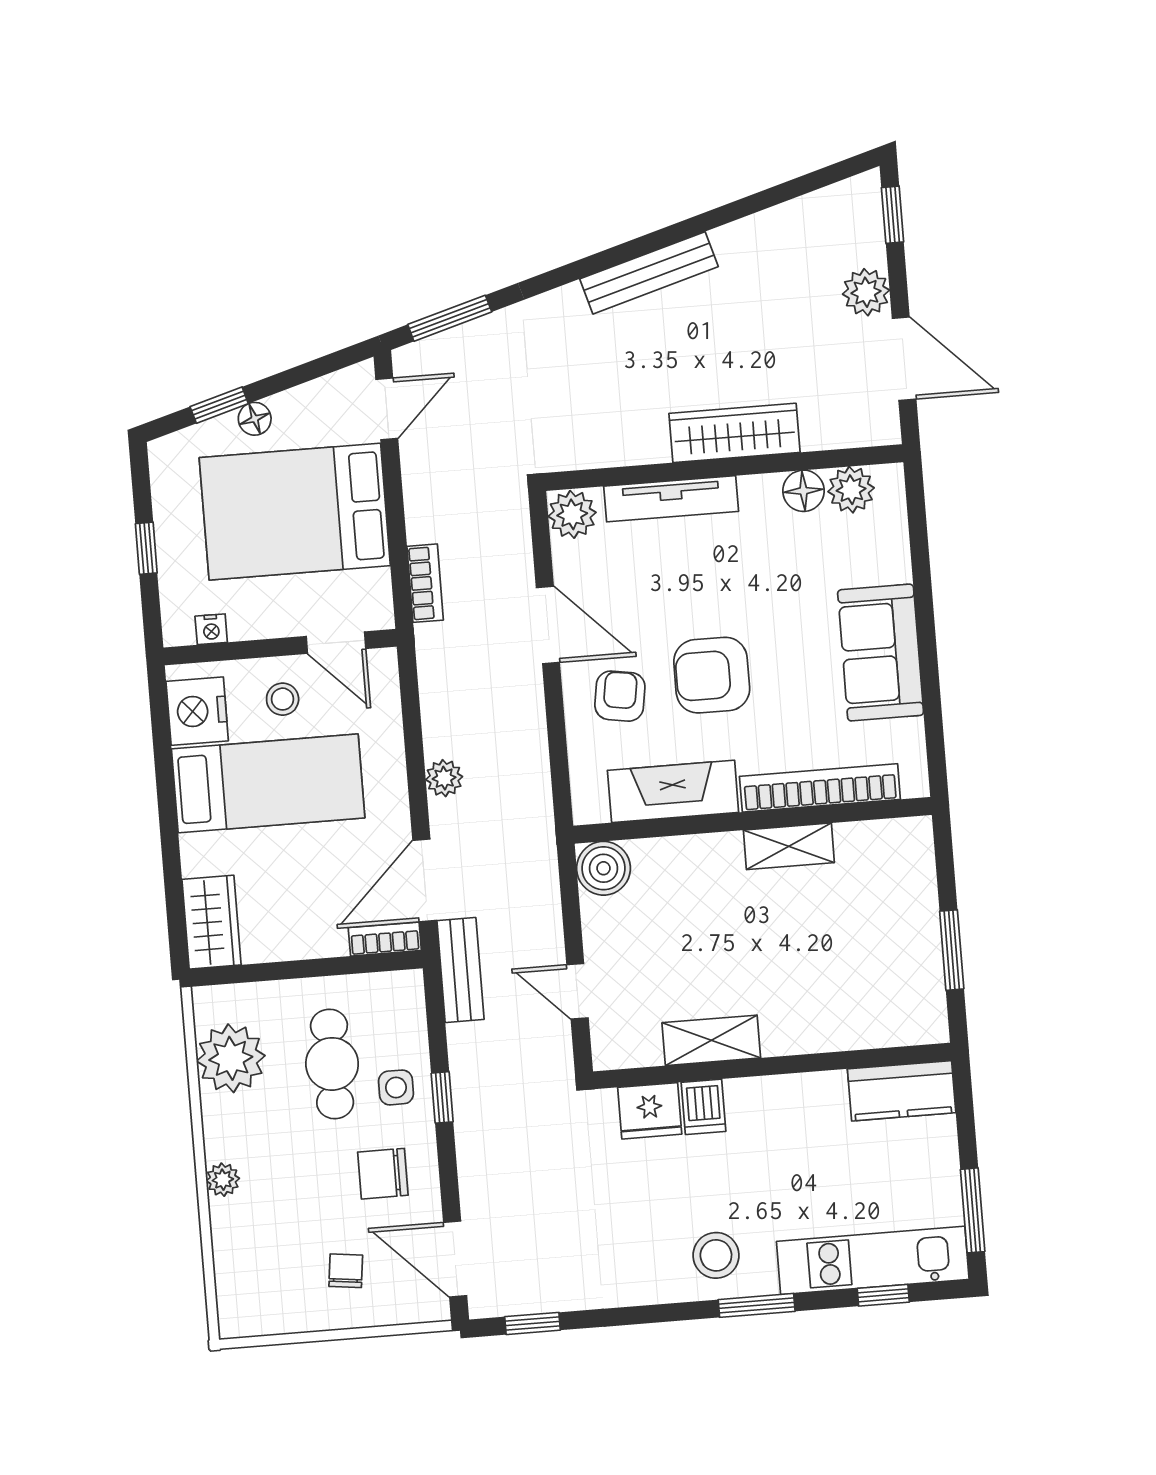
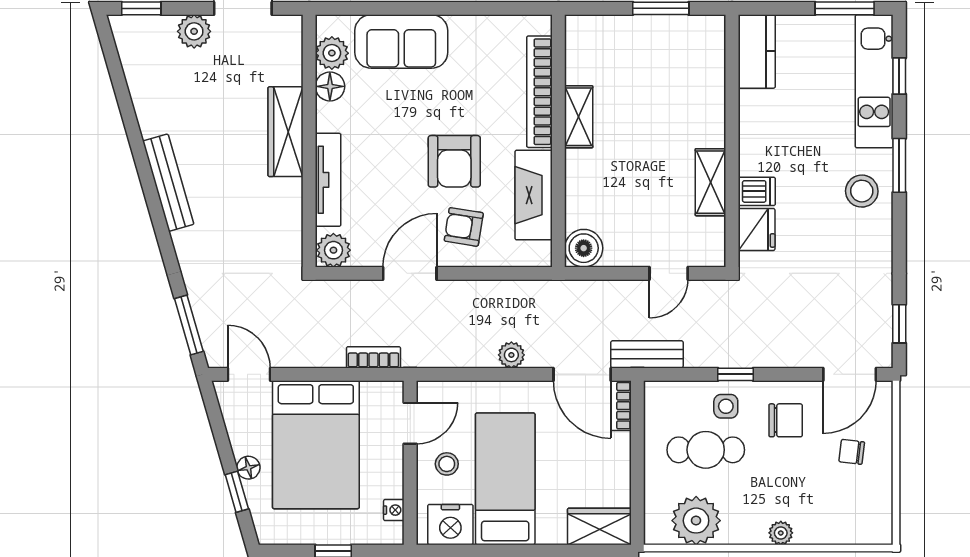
sofa: (881, 653) -> (401, 41), moved
chair: (383, 1174) -> (786, 420), turned -90

